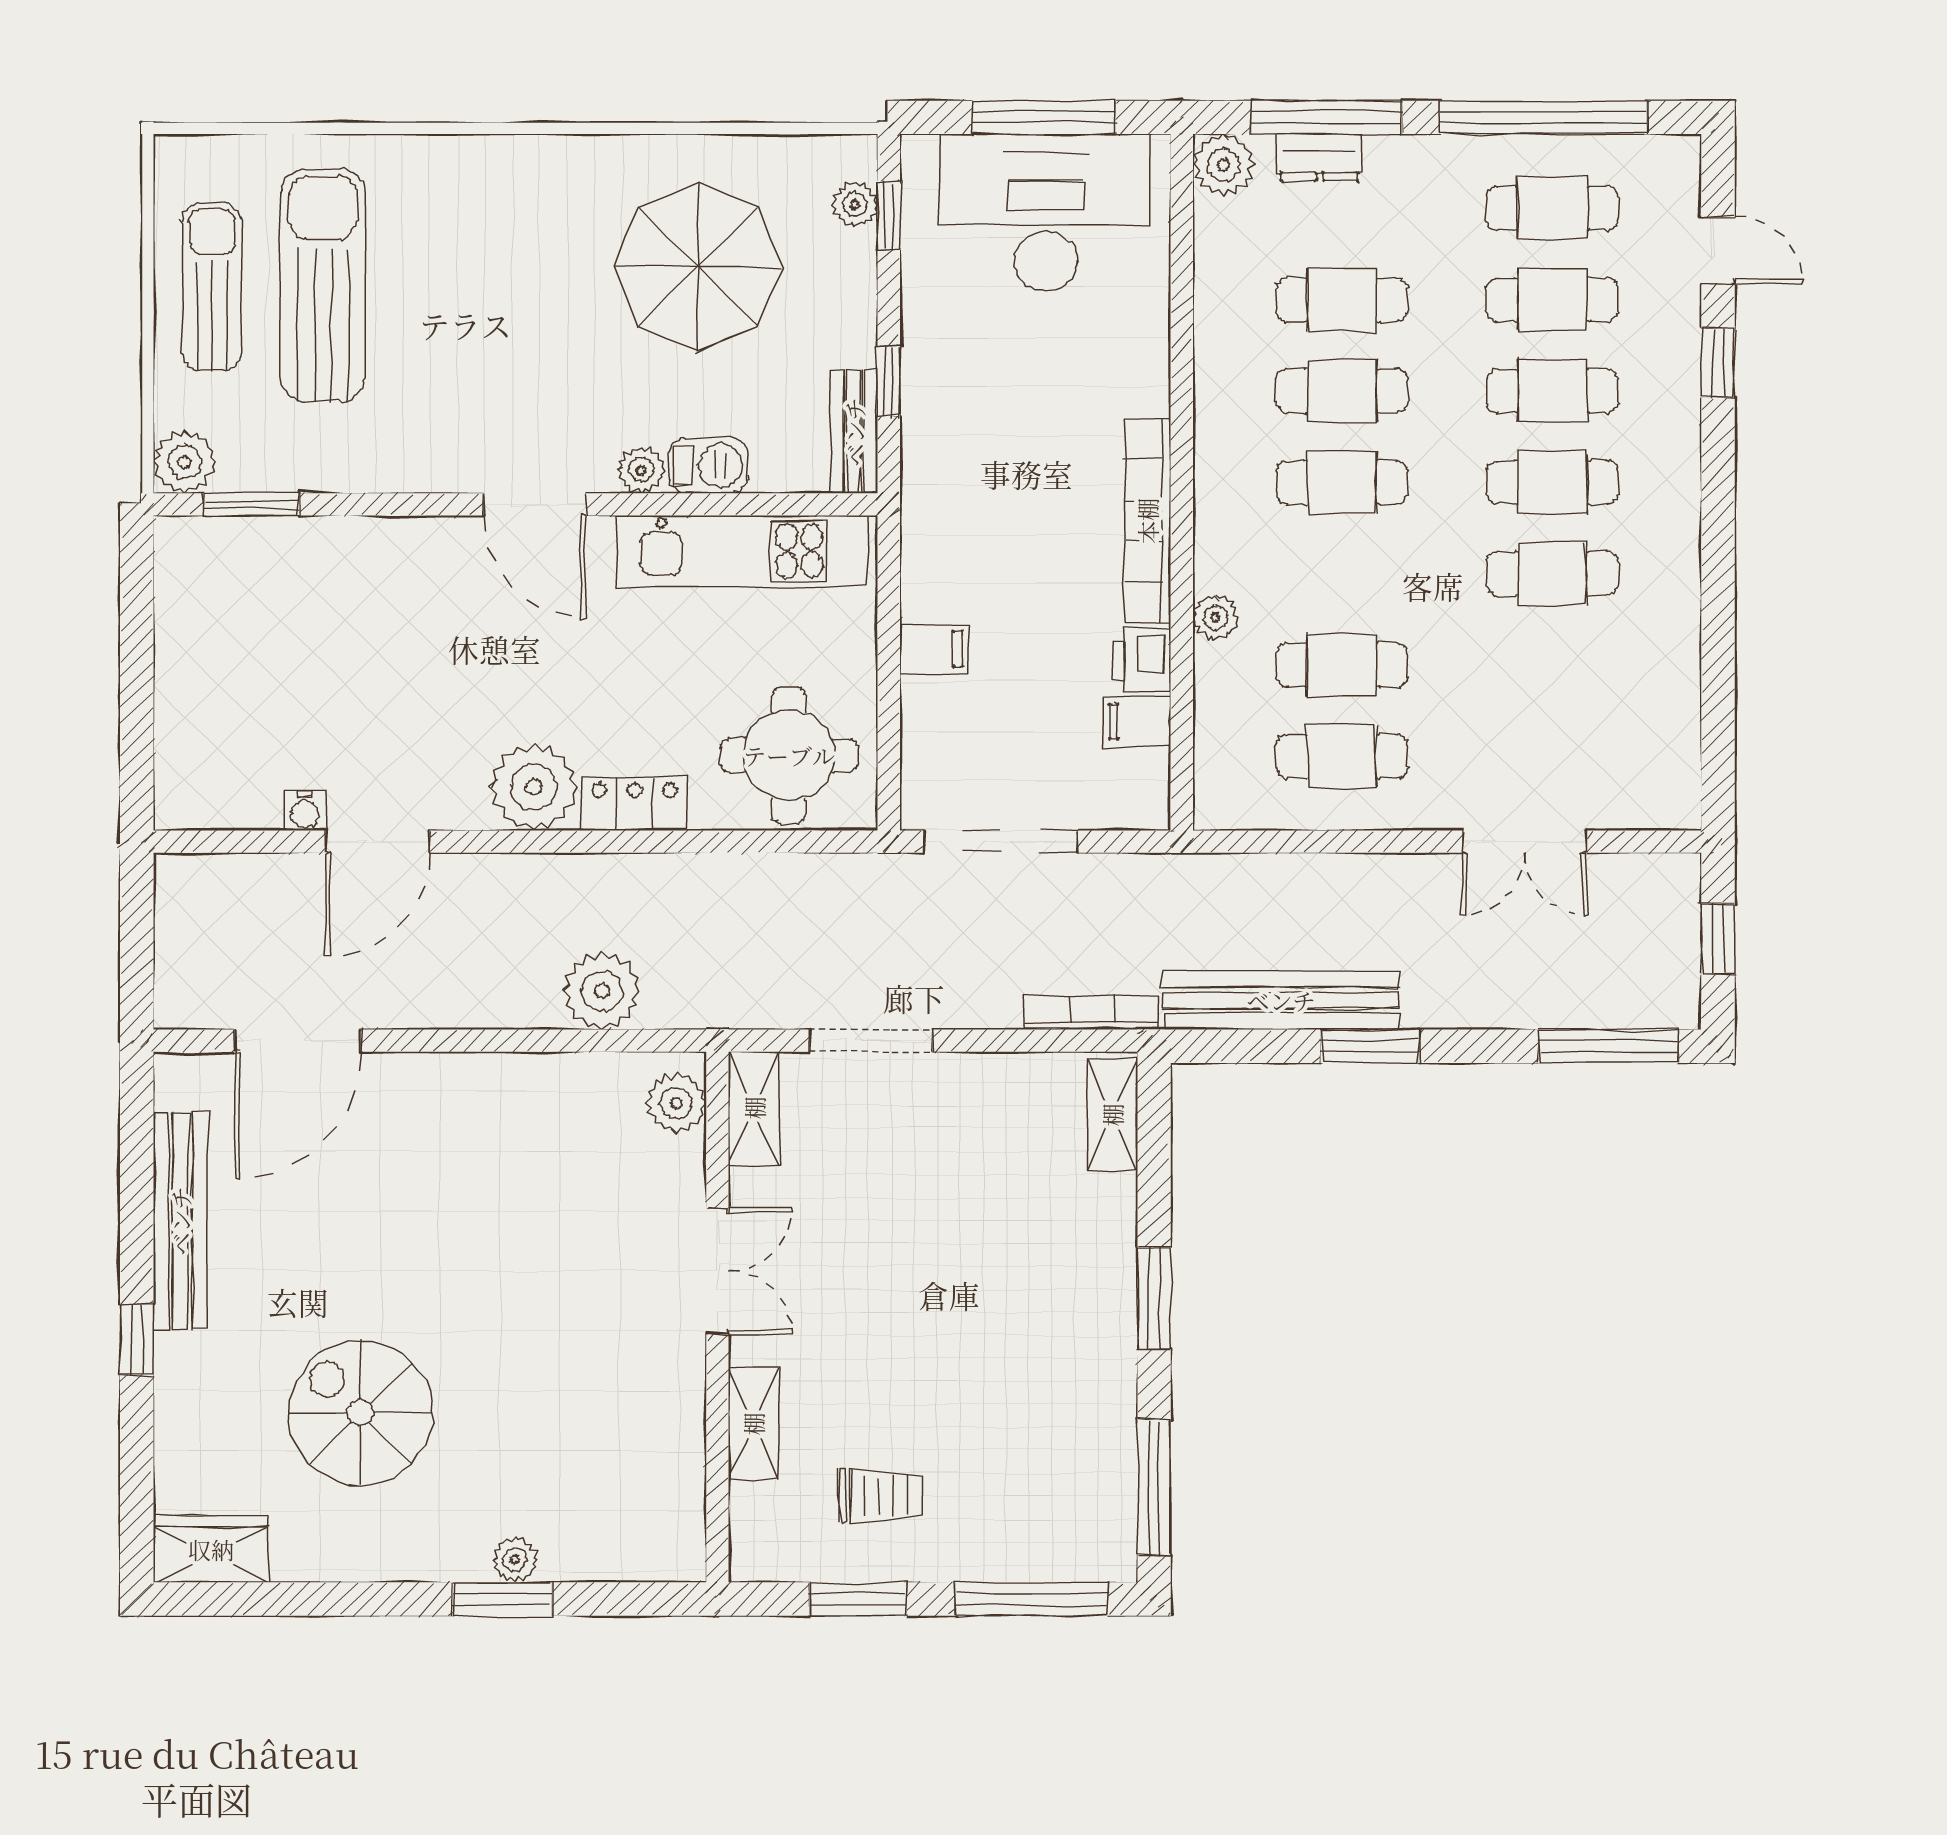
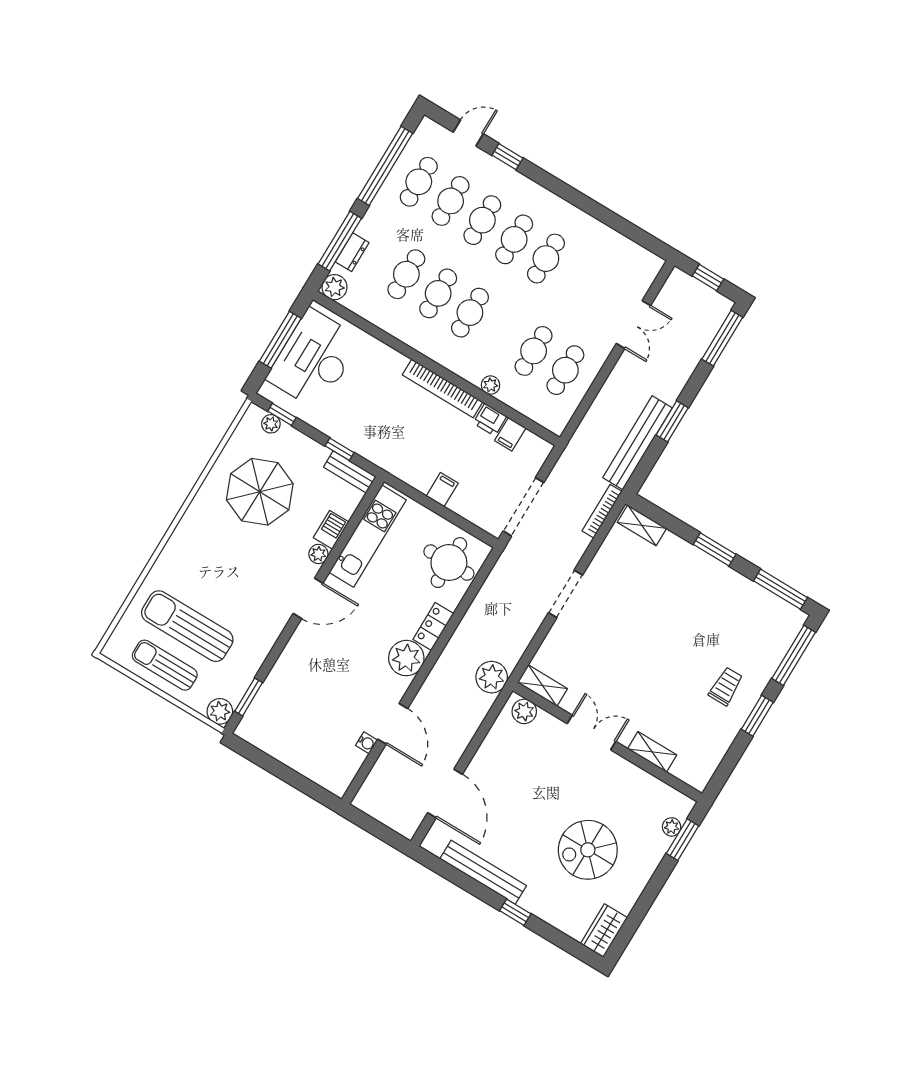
plant: (676, 1103) -> (524, 711), moved
shelving: (754, 1108) -> (542, 685), moved
double door: (717, 1271) -> (591, 732), moved
wall: (717, 1317) -> (607, 742), moved
shelving: (753, 1424) -> (652, 752), moved

